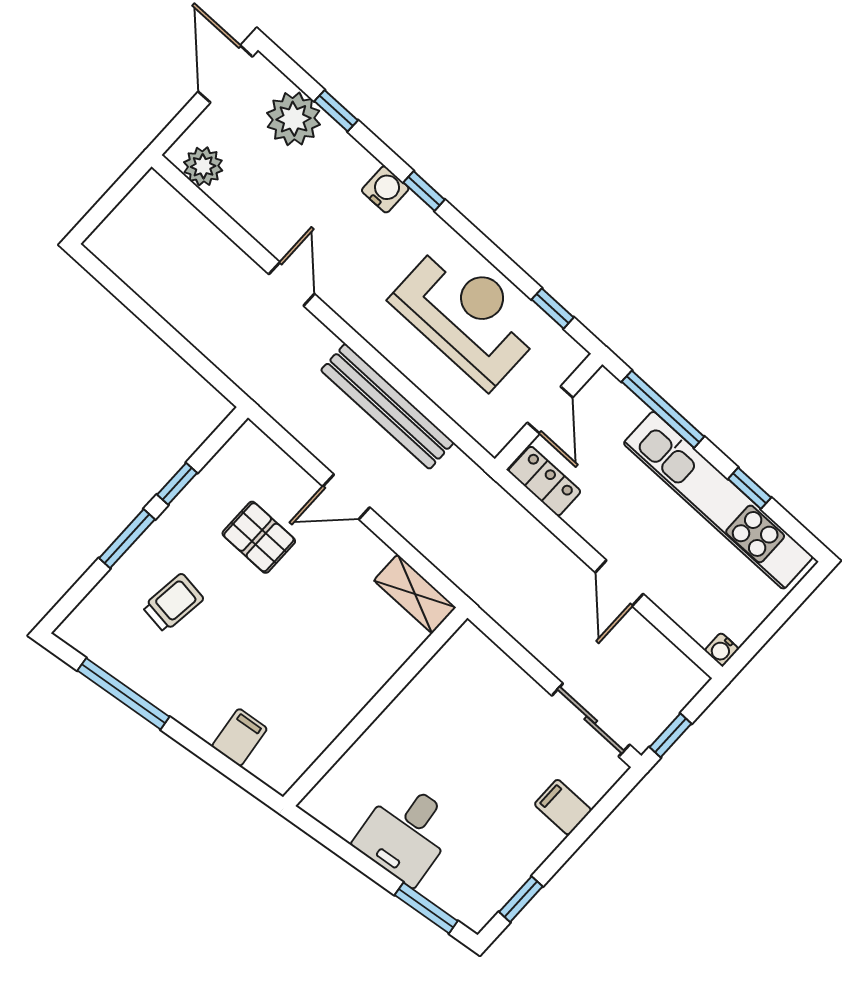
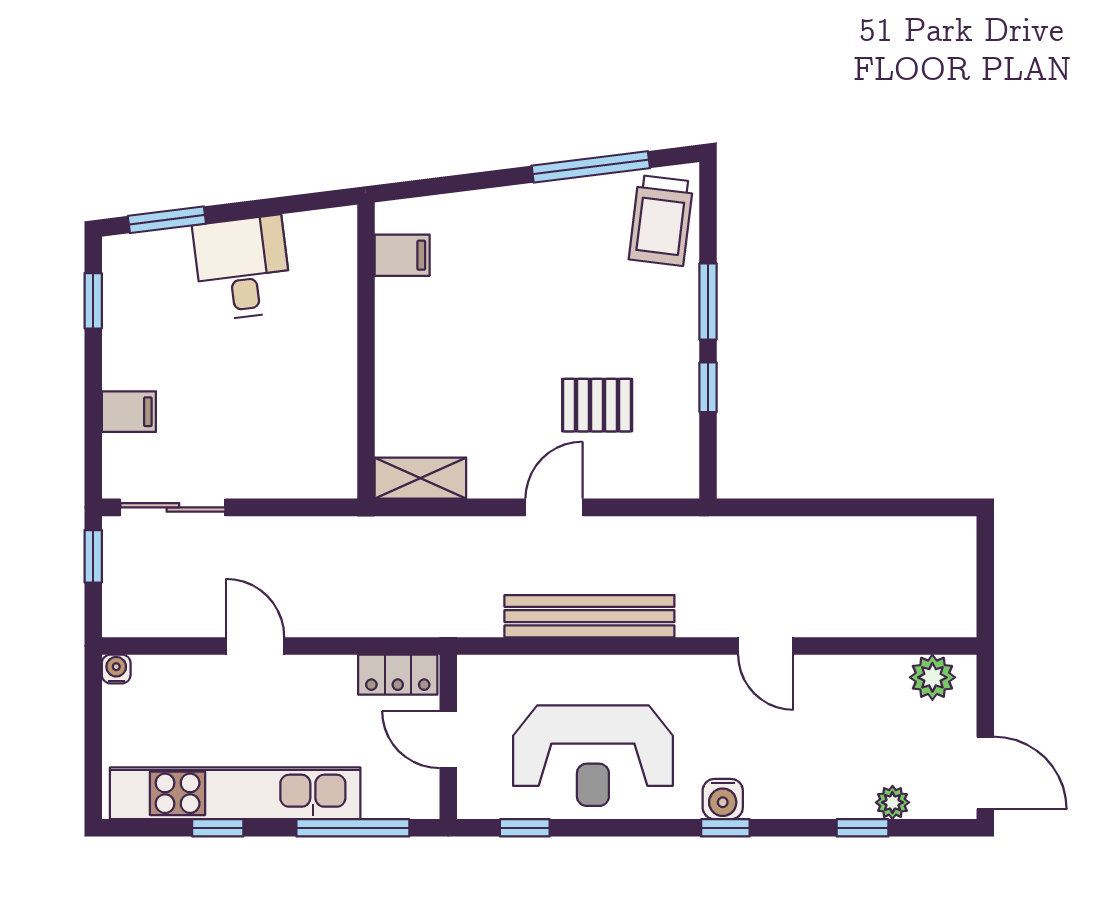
plant: (294, 119) -> (892, 802), width x0.53, depth x0.53
water cooler: (385, 189) -> (723, 799), moved
trolley: (173, 603) -> (661, 220), moved, width x1.36, depth x1.39
filing cabinet: (239, 737) -> (402, 255), moved, turned -83

